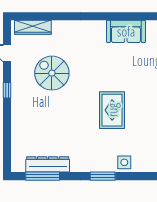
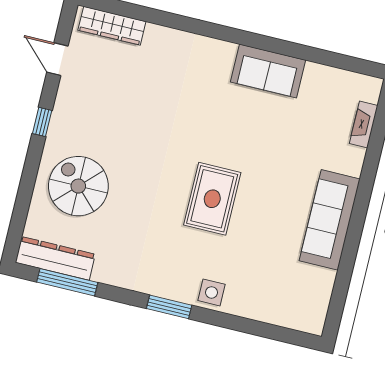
spiral stairs: (52, 73) -> (78, 186), moved
dresser: (48, 164) -> (55, 258), moved

